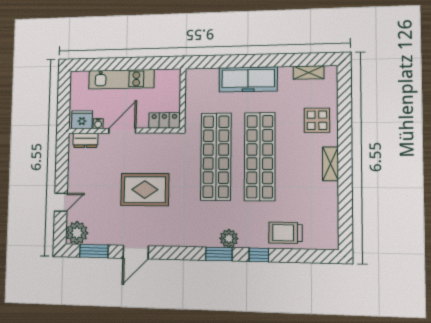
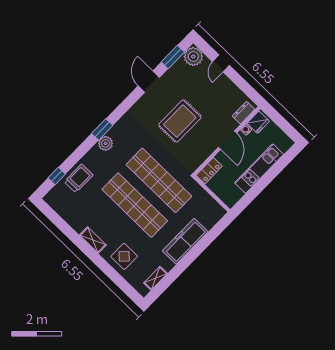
window: (259, 255) -> (57, 176), moved

